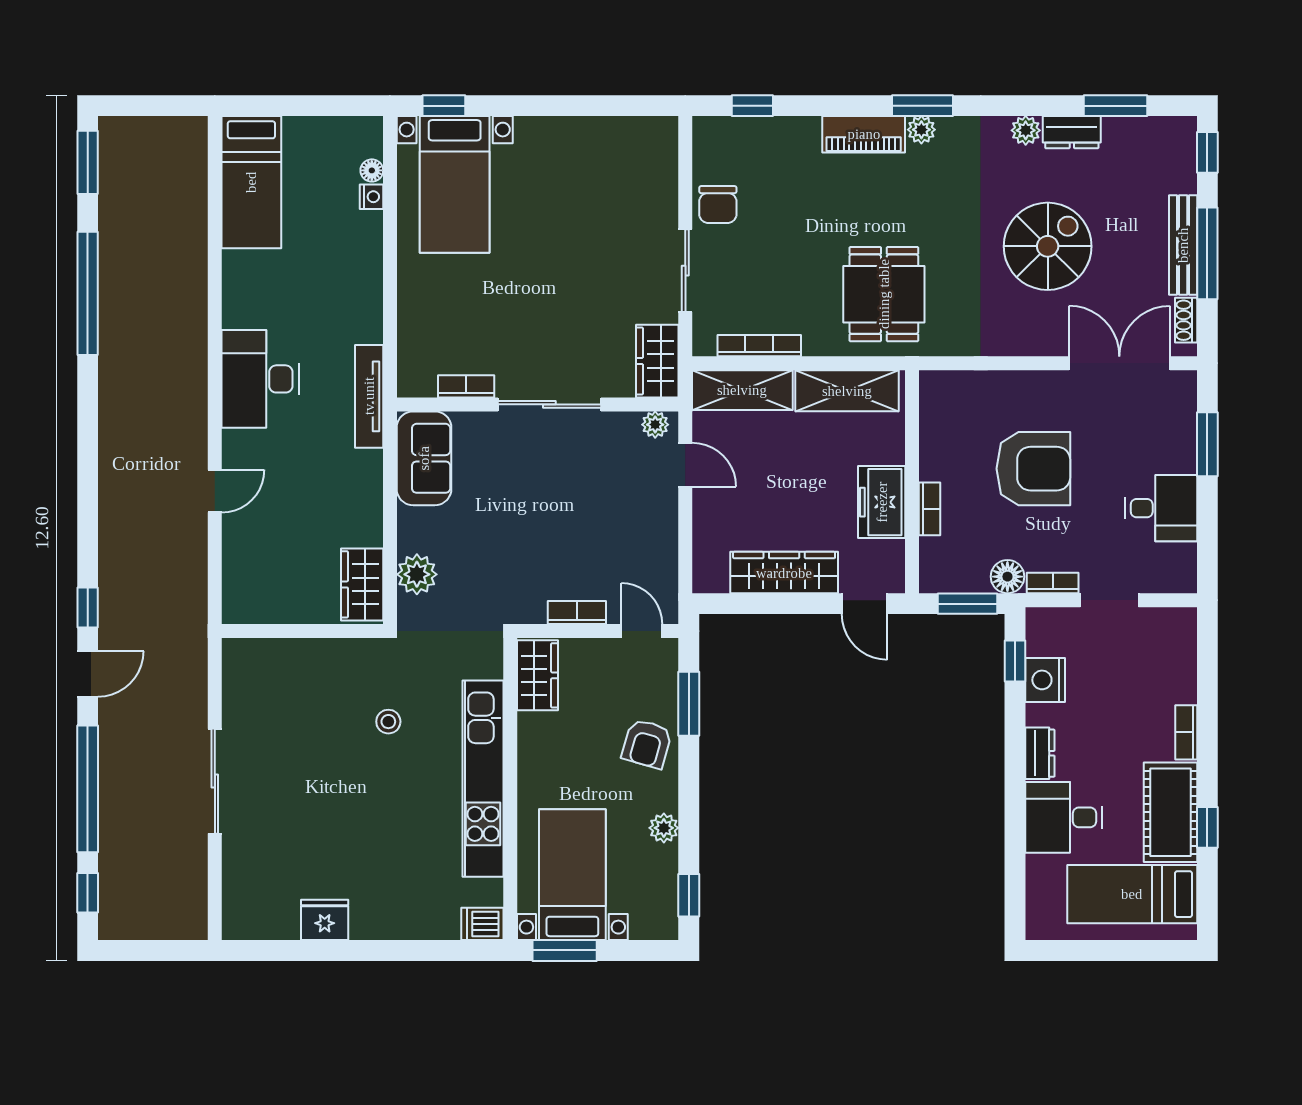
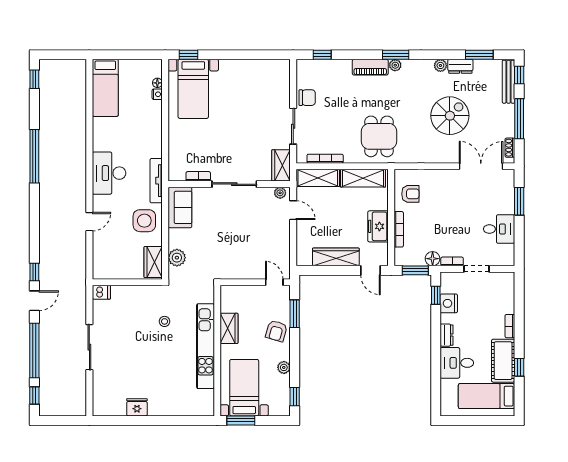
window: (88, 162) -> (34, 79), width x0.67
chair: (718, 205) -> (307, 98), turned -90
bench: (1183, 245) -> (509, 82), moved
window: (88, 293) -> (34, 156), moved
armchair: (1033, 469) -> (410, 194), moved, width x0.53, depth x0.53
side table: (342, 489) -> (144, 221), added
bookcase: (929, 509) -> (399, 229), width x1.56
bookcase: (577, 613) -> (246, 274), removed
wardrobe: (537, 675) -> (229, 328), moved
dishwasher: (482, 924) -> (101, 292), moved, turned 180

